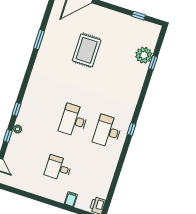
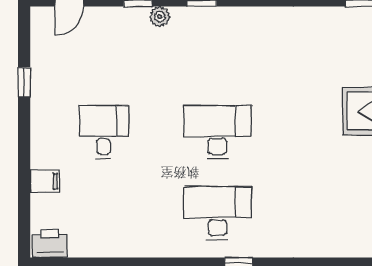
window: (27, 195) -> (24, 82), added

